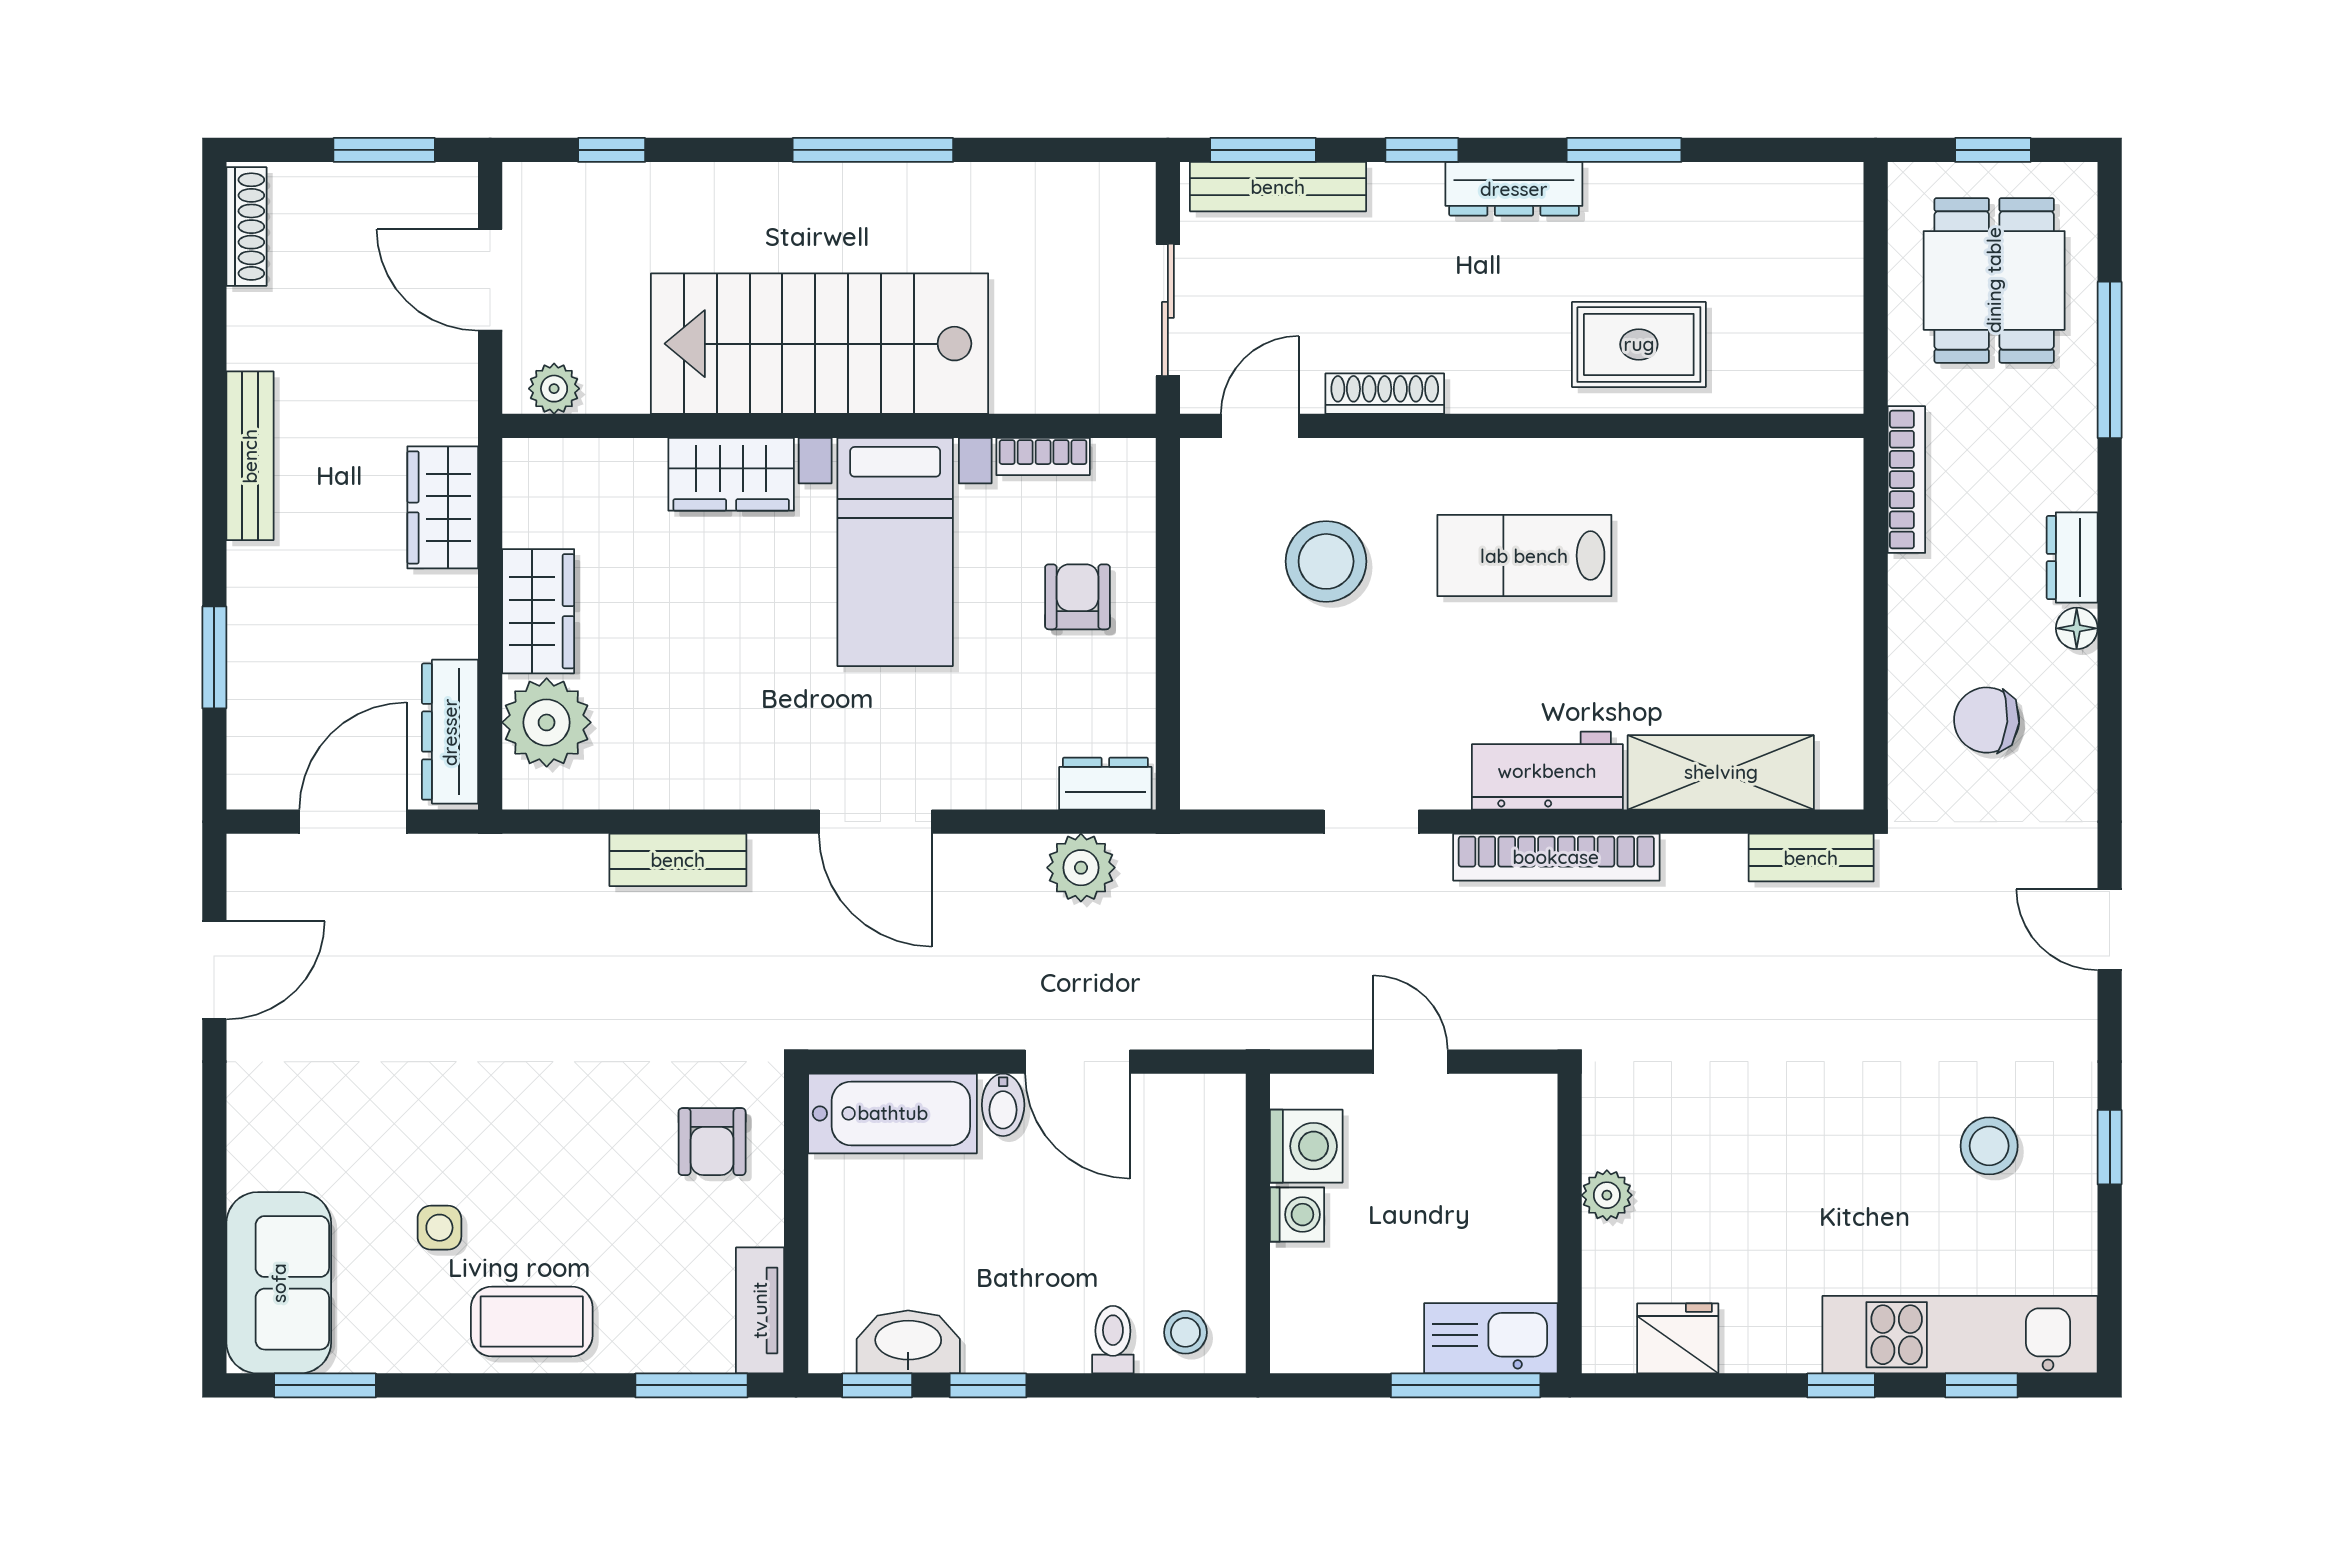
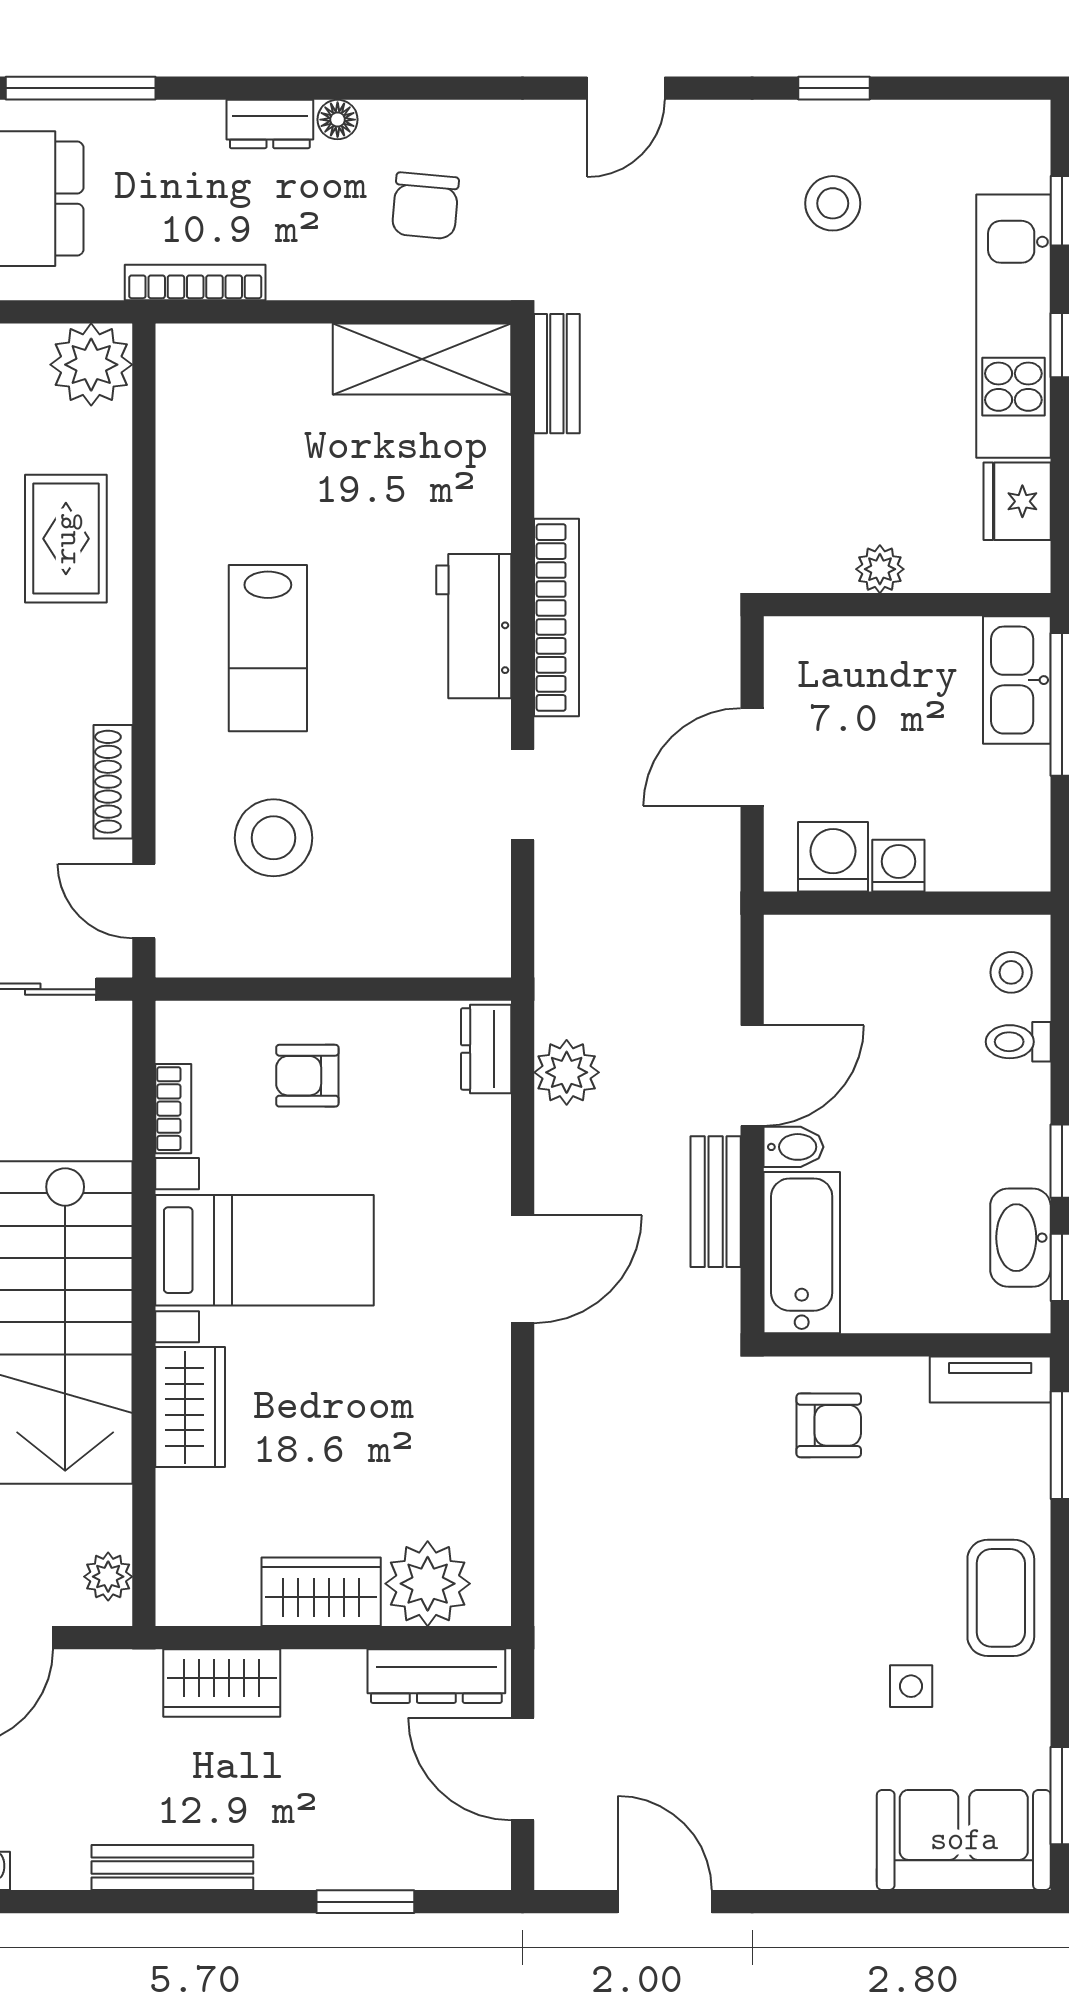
plant: (1821, 371) -> (91, 365), added
shelving: (1721, 772) -> (422, 359), moved, turned 90
bench: (678, 860) -> (716, 1202), moved
door: (1410, 1062) -> (752, 757), width x1.38
kitchen unit: (1960, 1335) -> (1013, 326), moved

